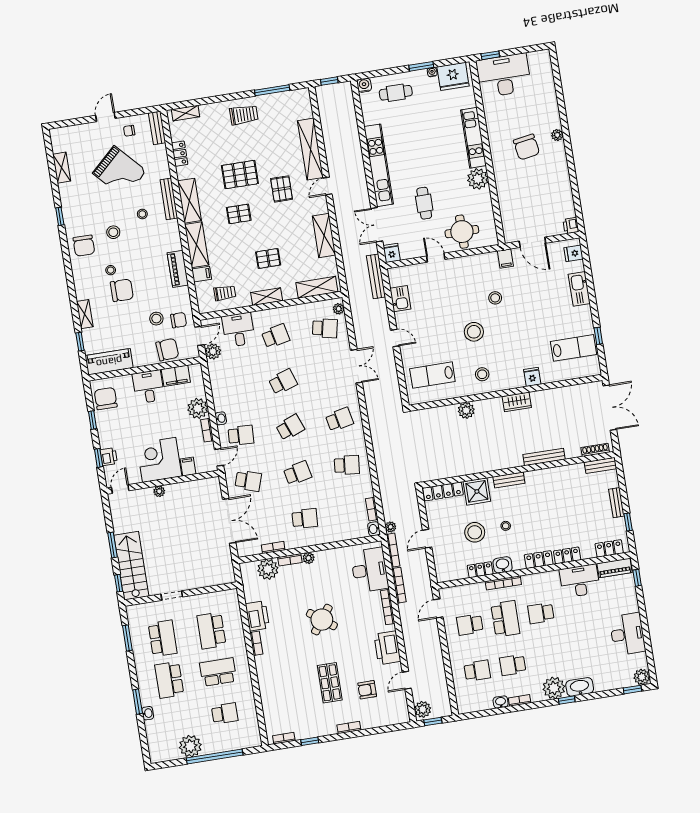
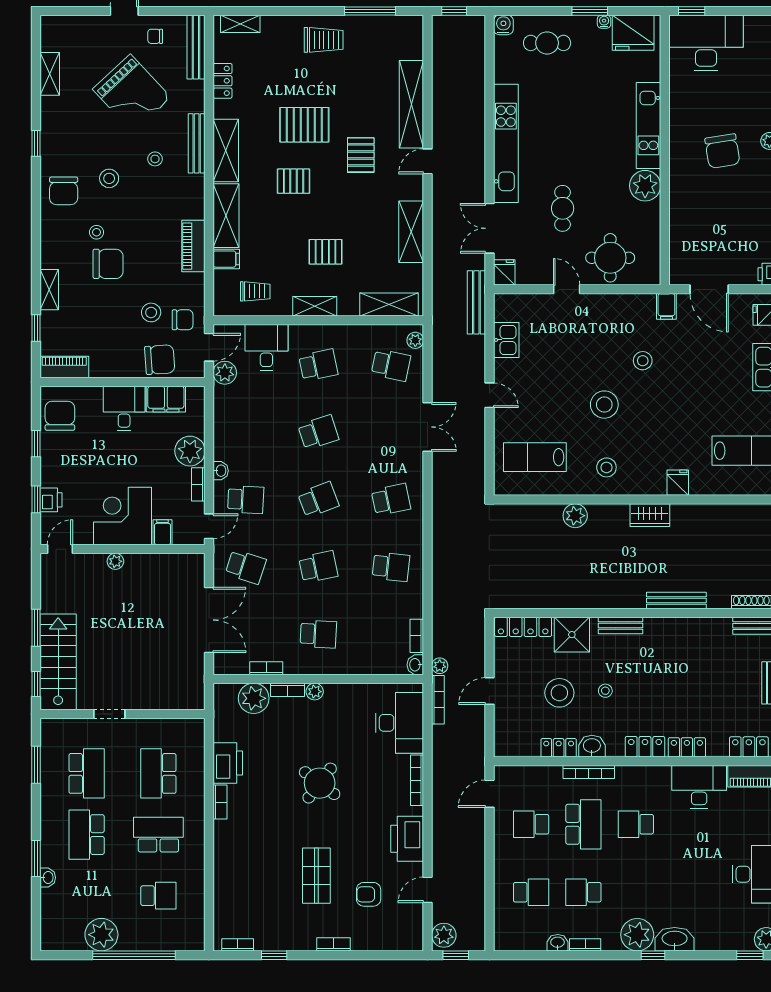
bench: (157, 128) -> (196, 47), width x1.36
piano: (109, 362) -> (64, 367), width x0.73, depth x0.75
bookcase: (399, 585) -> (438, 751), removed

